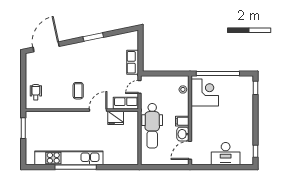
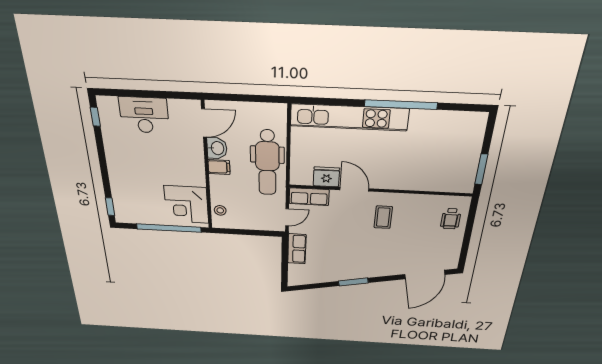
door: (98, 110) -> (354, 189), swing flipped
dental chair: (152, 126) -> (267, 163), turned 180
kitchen unit: (69, 158) -> (349, 117), moved

